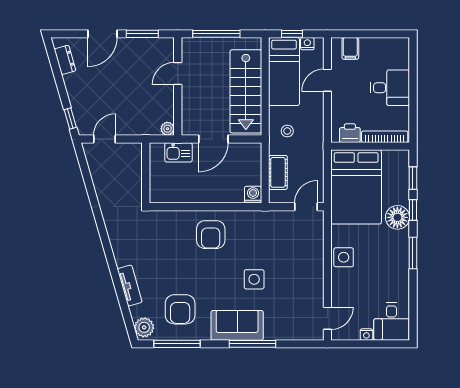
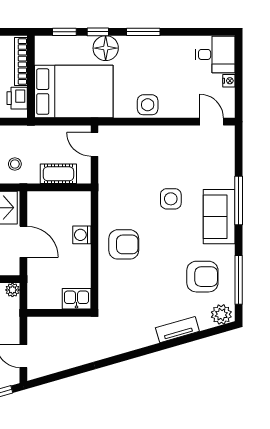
kitchen sink: (178, 152) -> (77, 299), moved, turned -90
washing machine: (253, 195) -> (82, 235), moved

